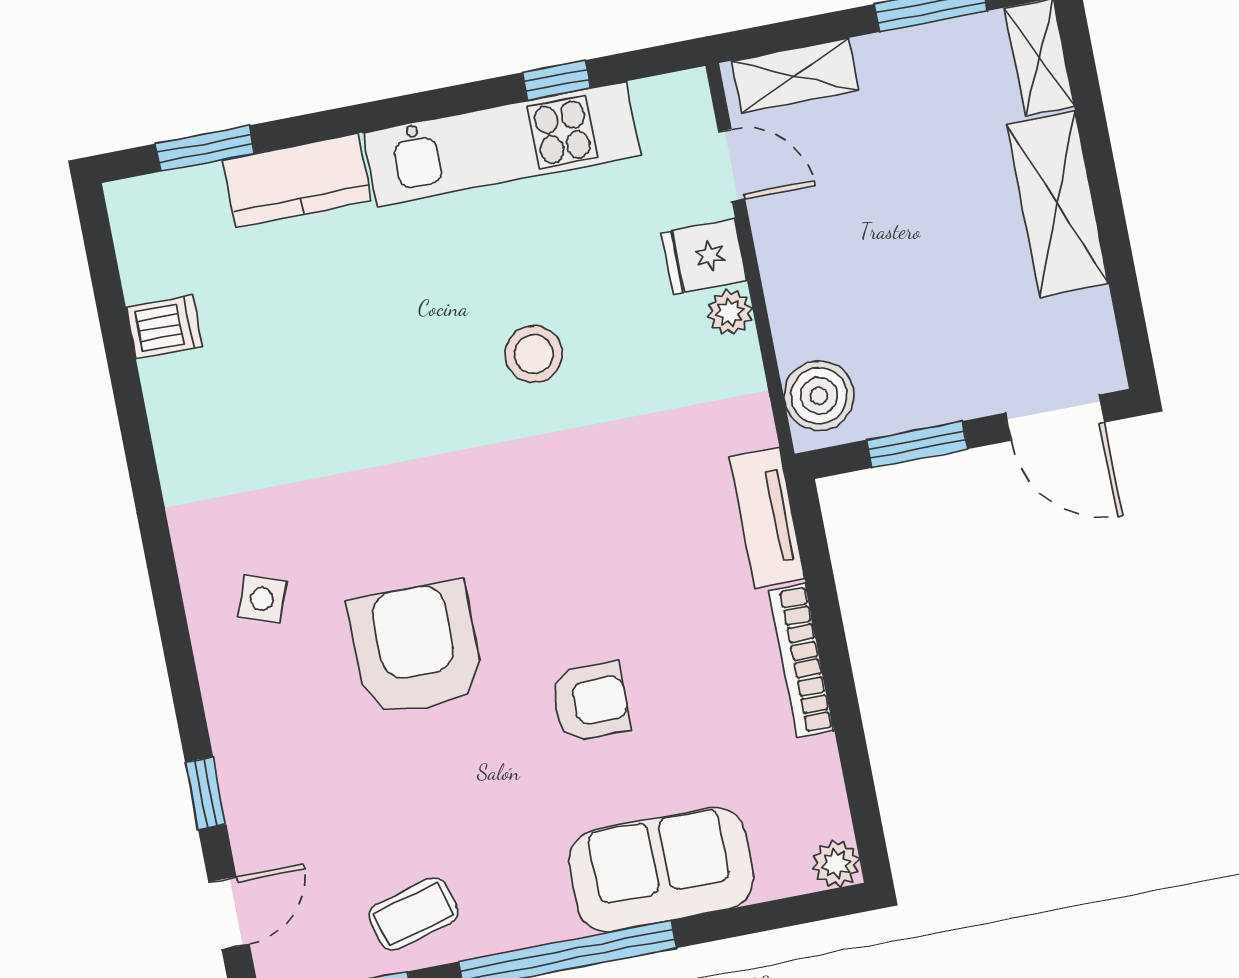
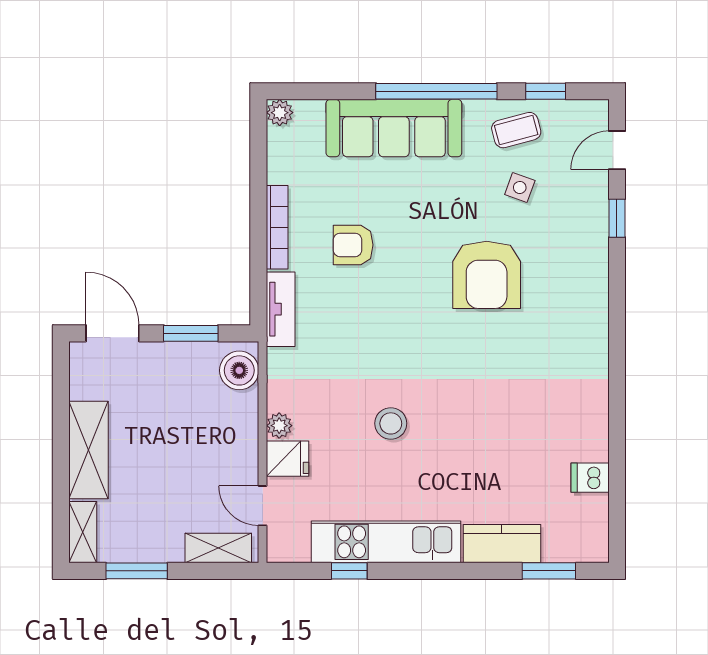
side table: (262, 599) -> (520, 187), moved
armchair: (590, 702) -> (353, 245), moved
sofa: (661, 869) -> (394, 128), width x1.36

